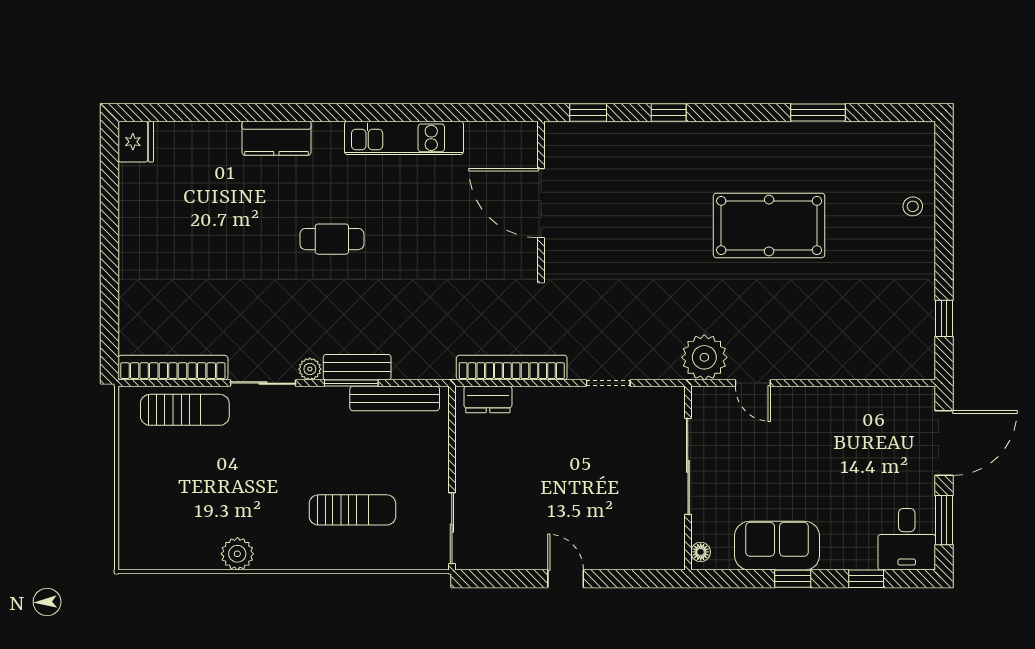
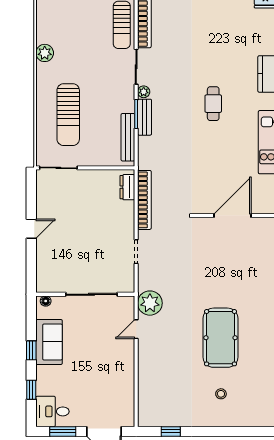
stool: (913, 206) -> (221, 394), moved
sun lounger: (352, 510) -> (68, 115), width x1.36, depth x1.34

